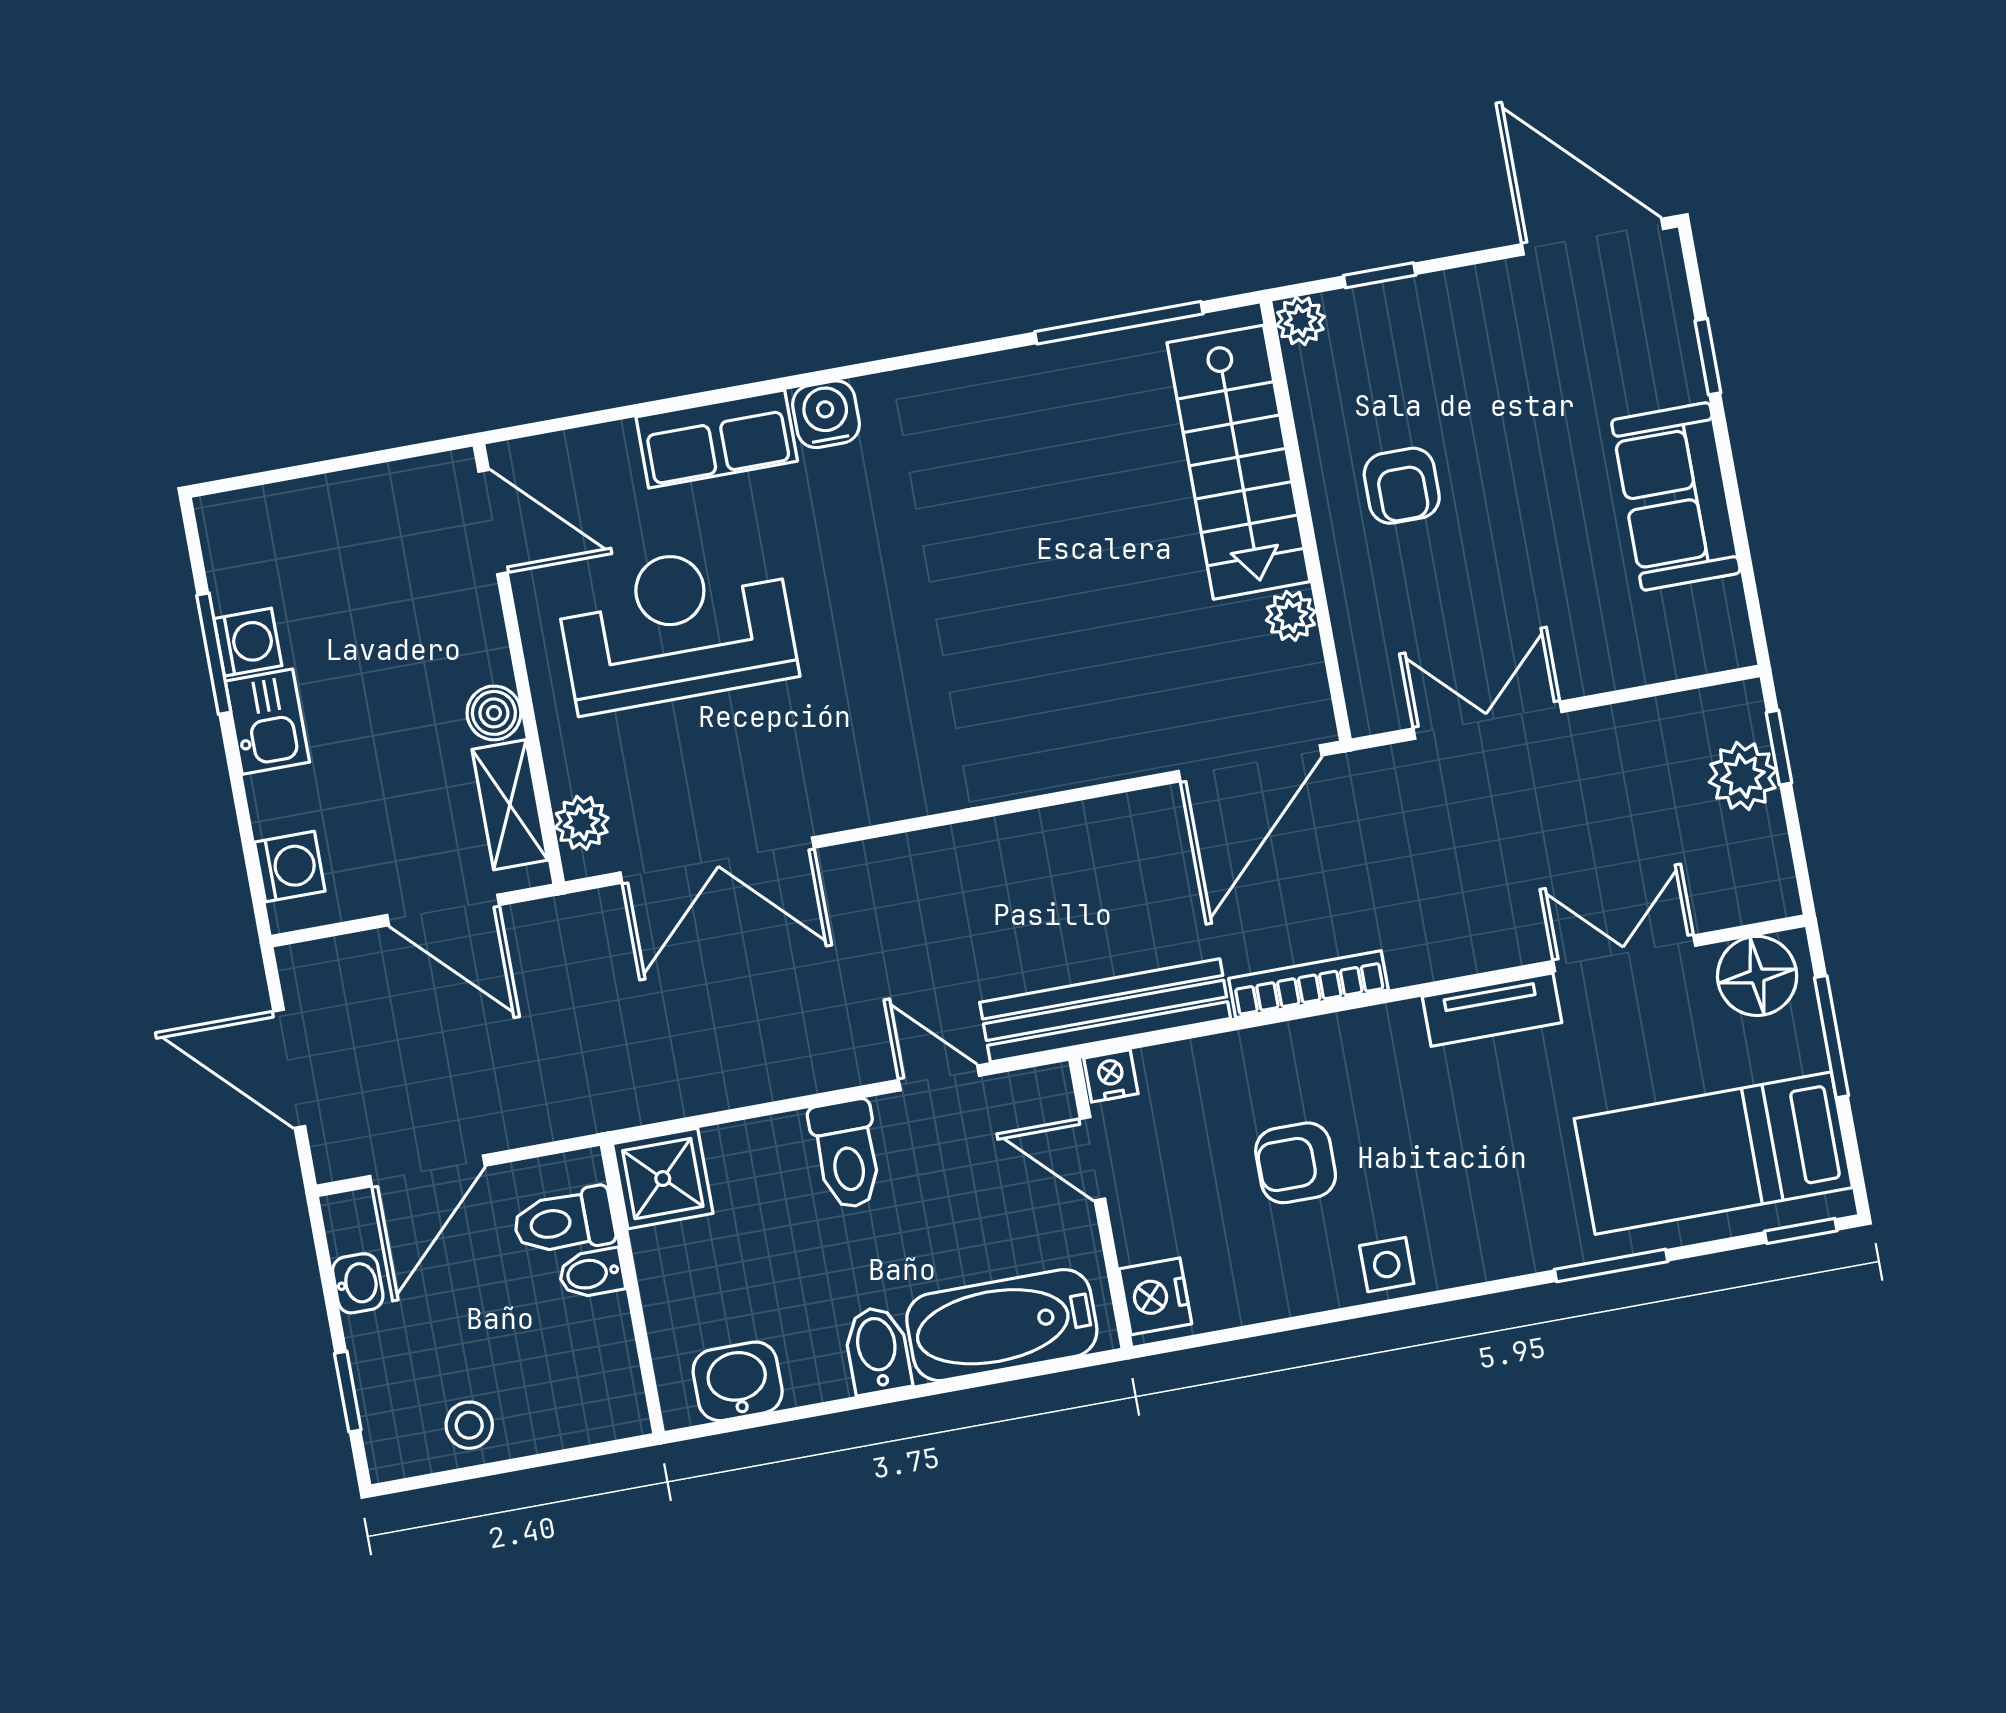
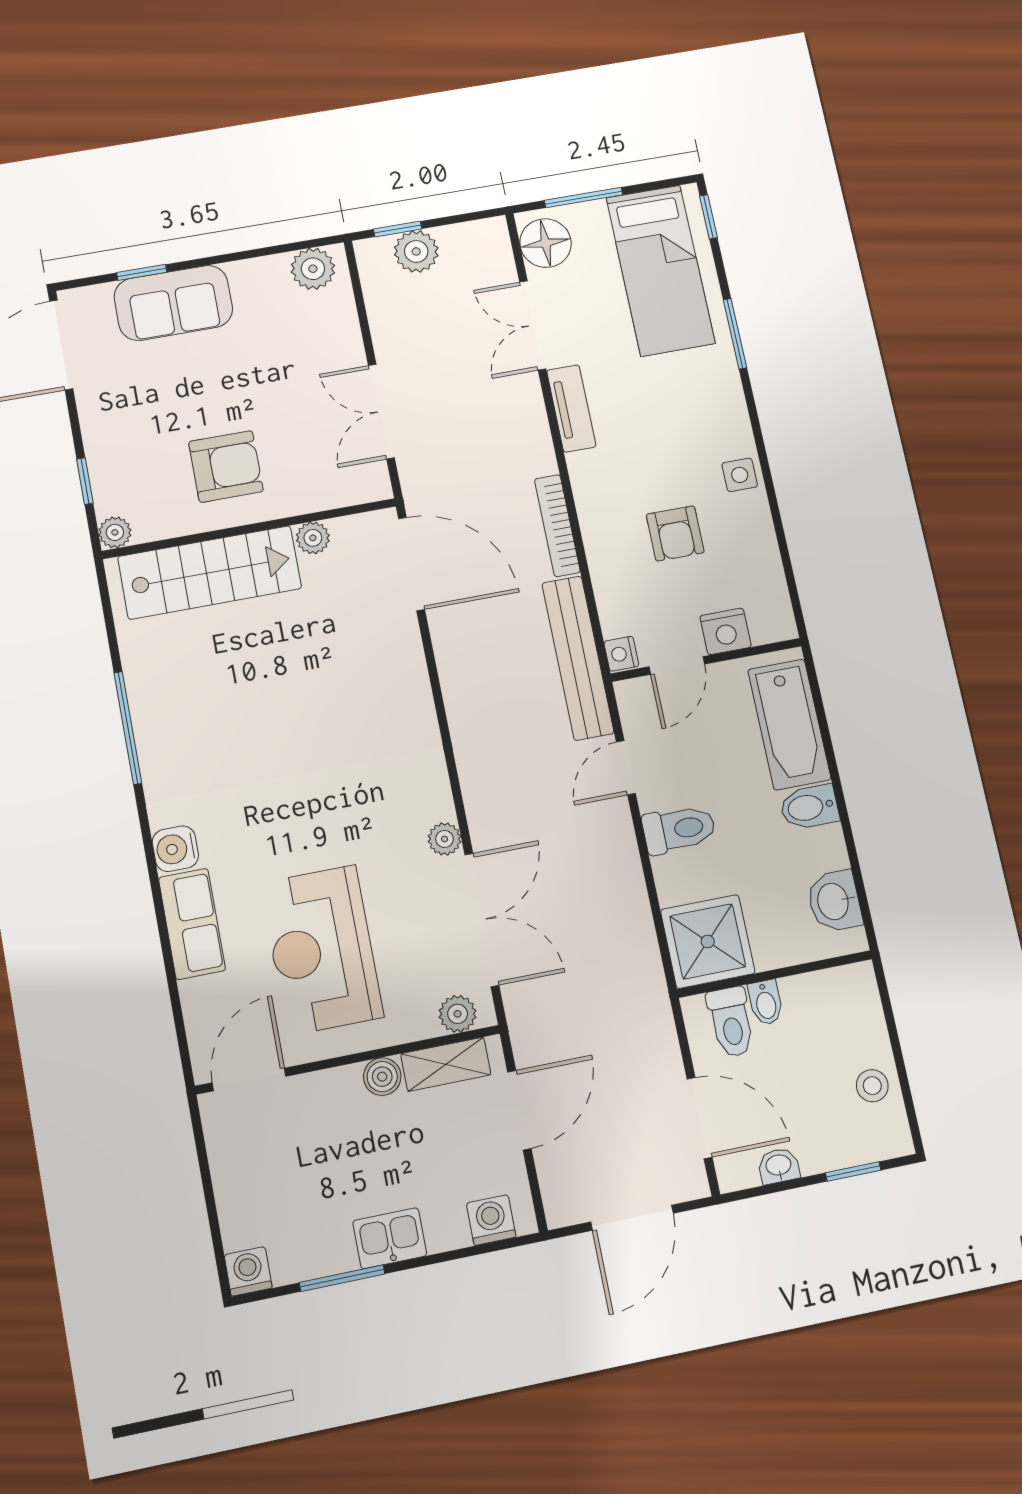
window: (1119, 323) -> (128, 728), moved
armchair: (1402, 486) -> (226, 466), width x1.38, depth x1.38
sofa: (1676, 496) -> (173, 303), moved
plant: (1714, 617) -> (313, 269), added
washing machine: (248, 642) -> (248, 1271), moved
plant: (836, 807) -> (445, 839), added
shower: (663, 1179) -> (708, 941), width x1.36, depth x1.36
nightstand: (1155, 1296) -> (726, 631), moved

